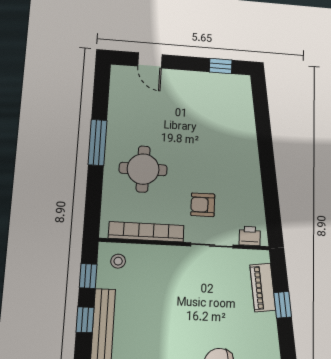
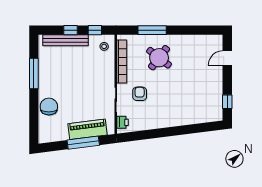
window: (98, 142) -> (152, 30), moved
round table: (143, 169) -> (159, 58), turned 38
piano: (263, 287) -> (87, 129), width x1.37, depth x1.33
window: (283, 305) -> (83, 143), width x2.17

